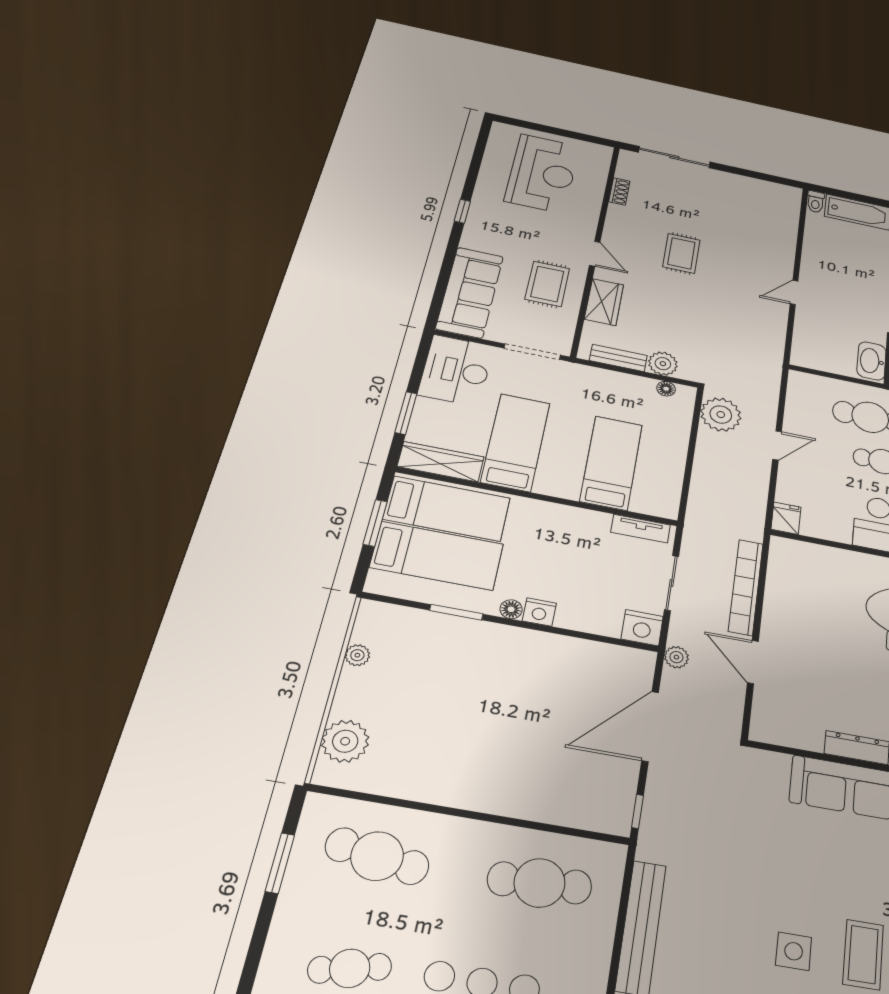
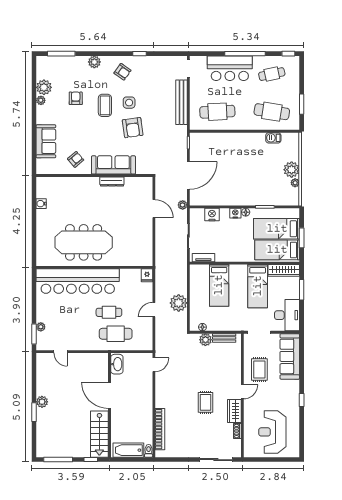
door: (595, 254) -> (242, 392), swing flipped
door: (794, 292) -> (154, 365), moved
wardrobe: (604, 302) -> (234, 411), moved
plant: (721, 415) -> (179, 303), moved
bookcase: (746, 587) -> (160, 429), moved
nightstand: (642, 628) -> (212, 215), moved
plant: (345, 741) -> (292, 170), moved
barbecue: (390, 782) -> (273, 138), added
armchair: (790, 879) -> (133, 128), added

